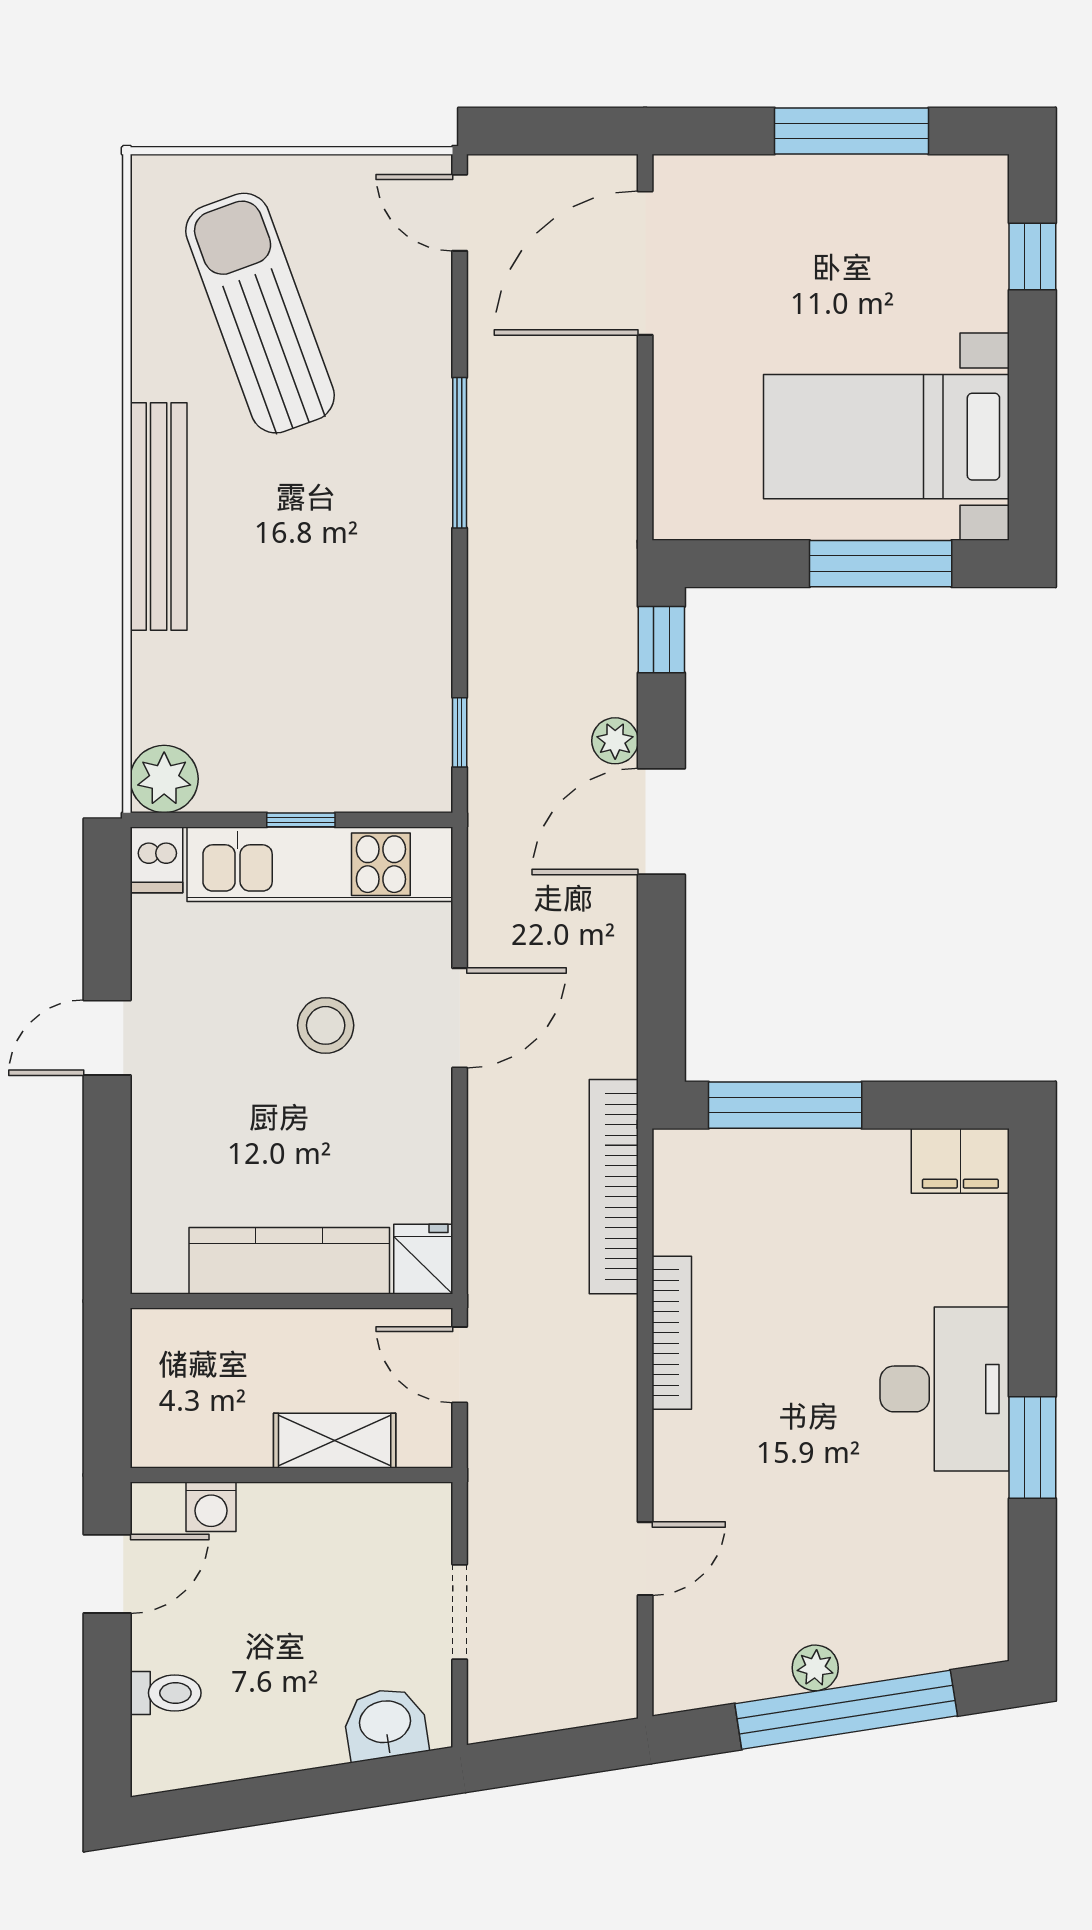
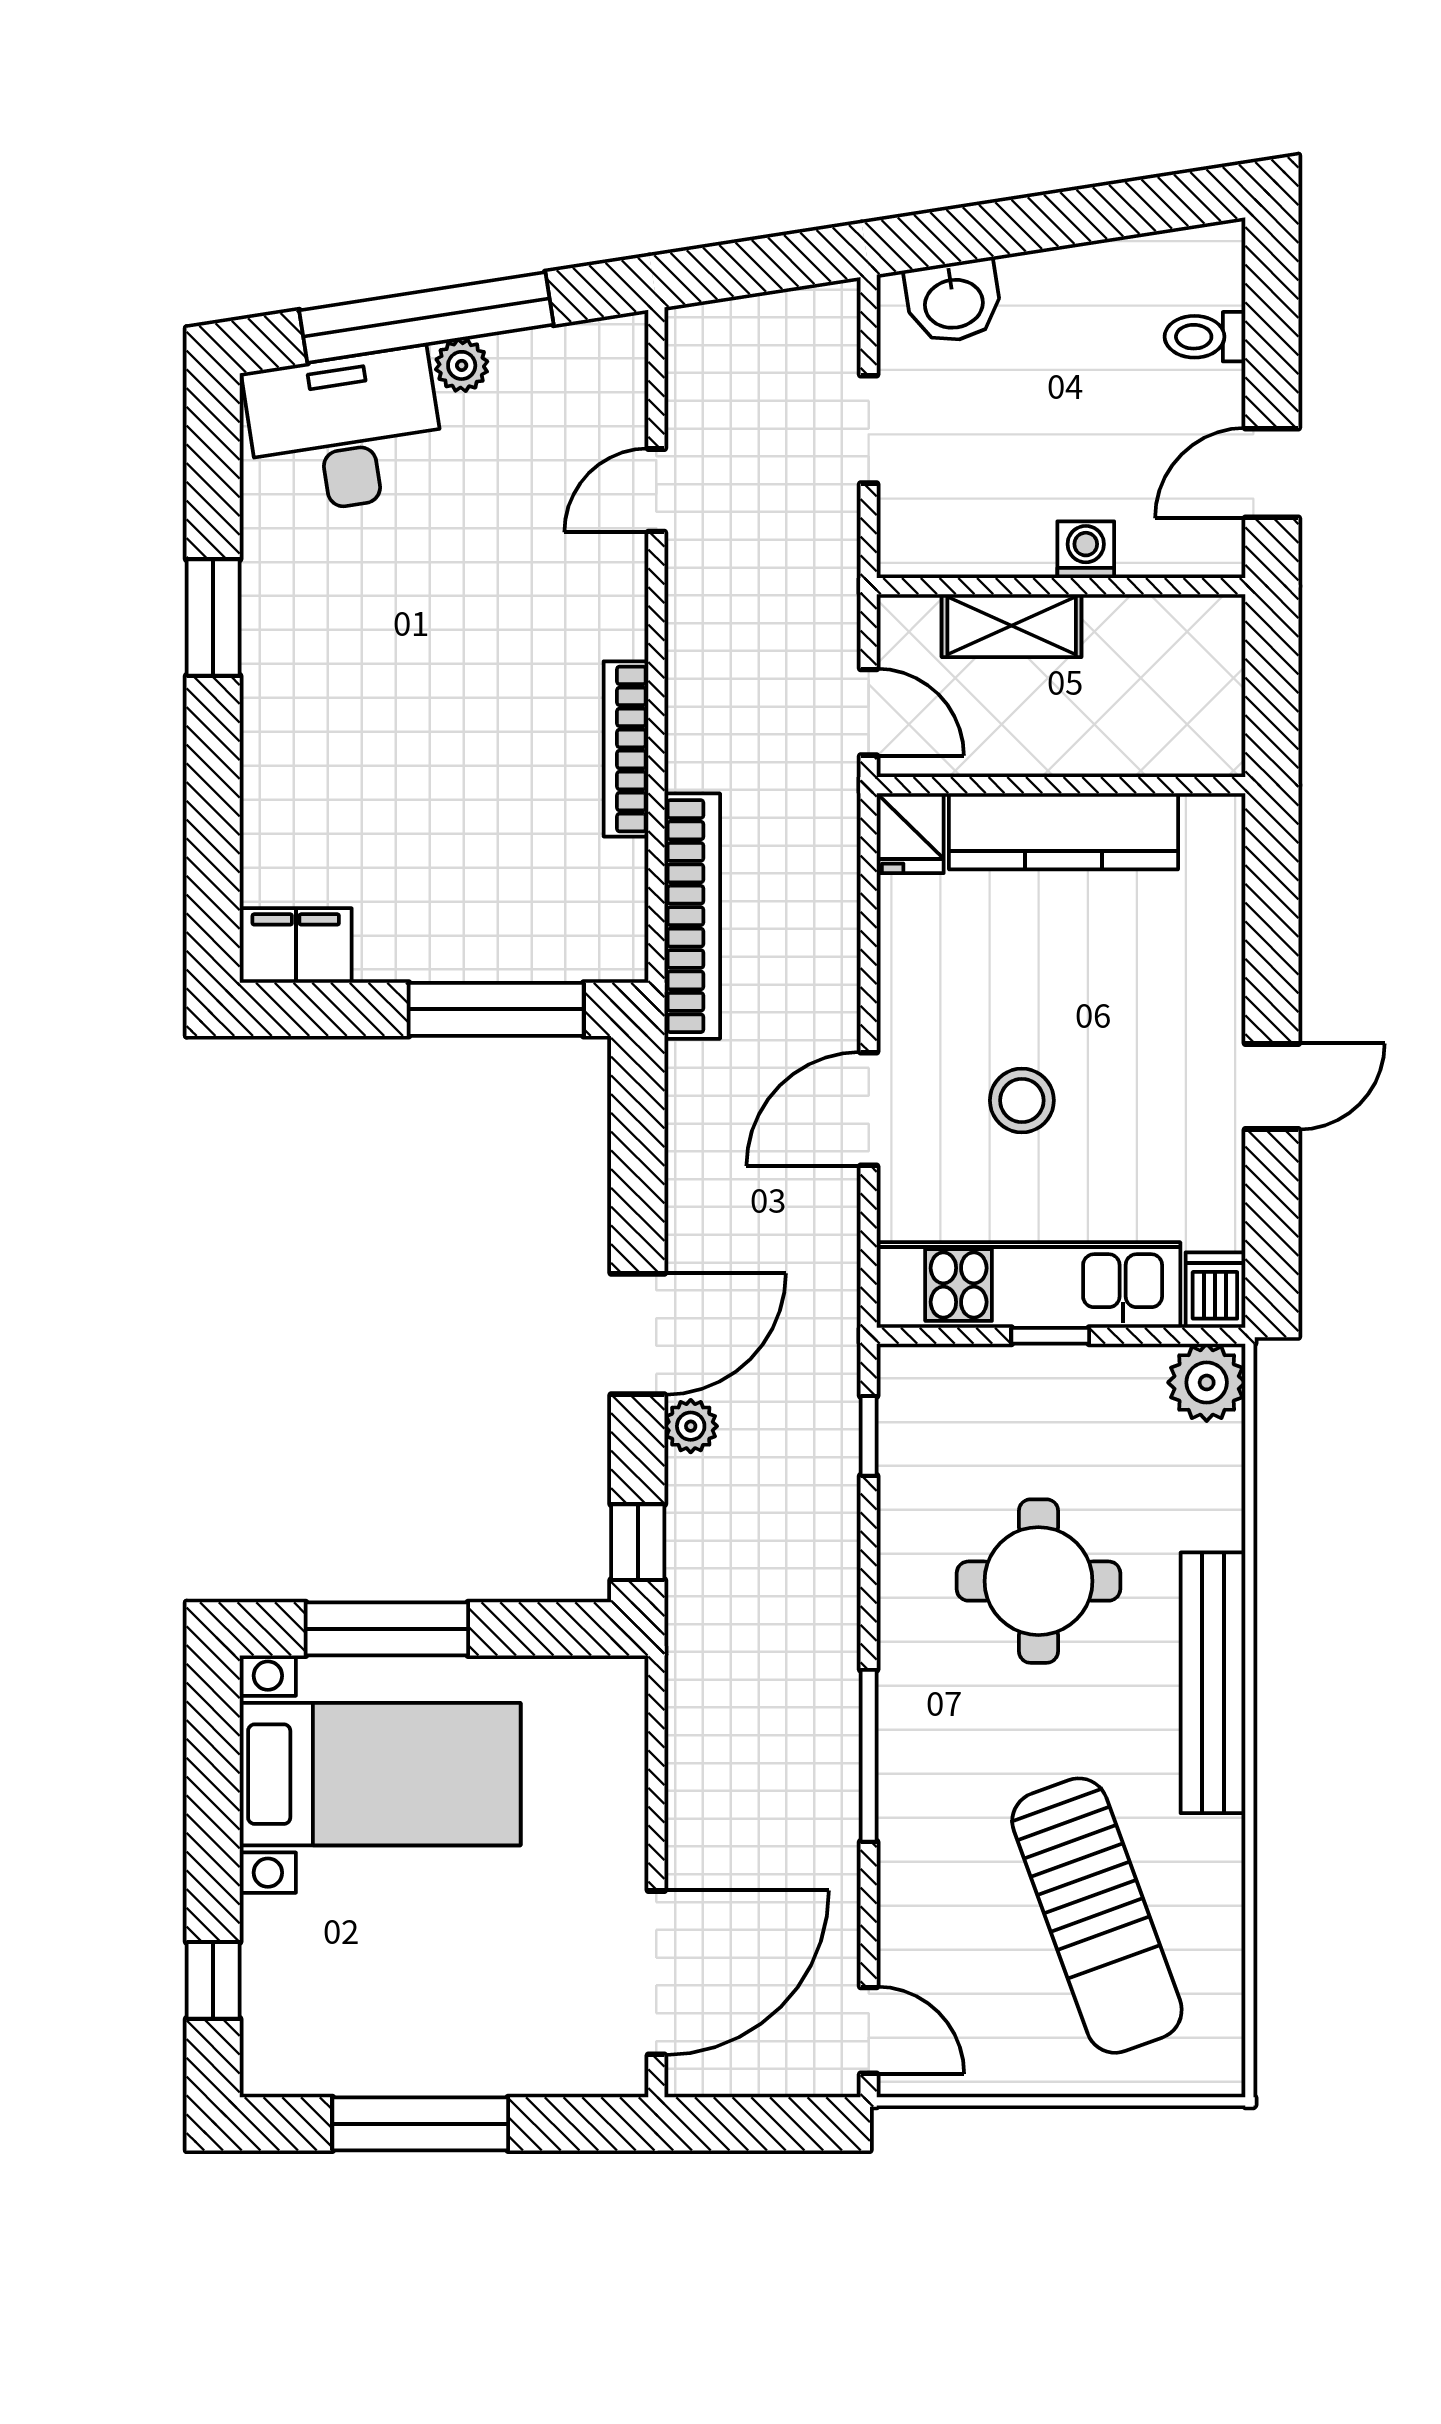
round table: (311, 605) -> (1038, 1581), added
desk: (945, 1389) -> (345, 432), moved, turned 81
washing machine: (211, 1507) -> (1086, 550), moved

